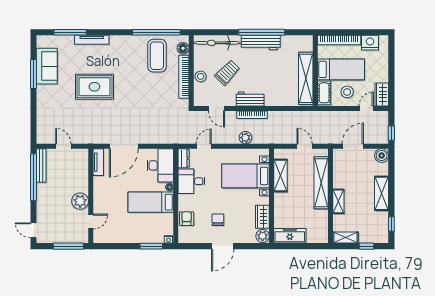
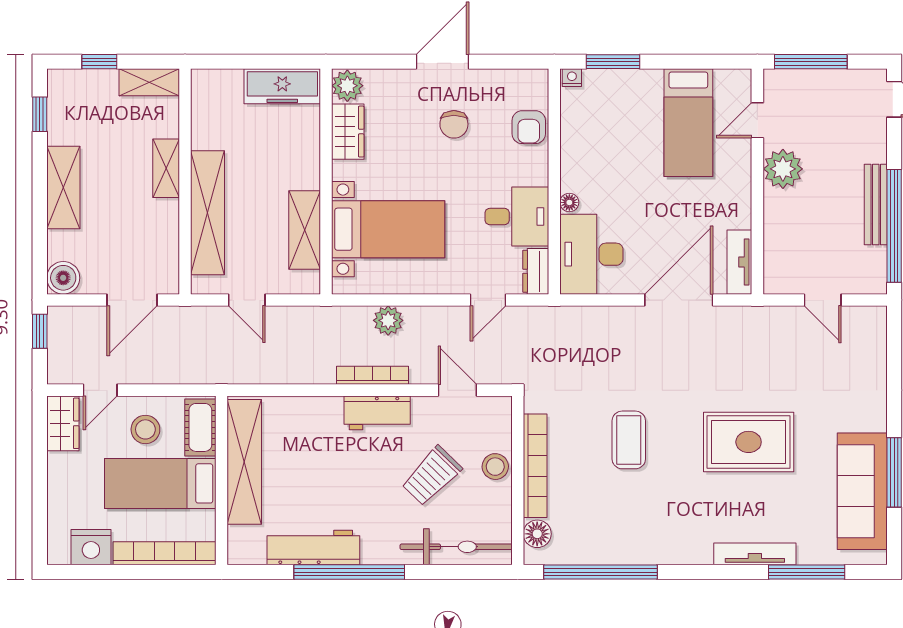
workbench: (261, 42) -> (313, 548), moved
coffee table: (157, 56) -> (629, 440), moved, width x0.73, depth x0.76
sofa: (47, 66) -> (862, 491), width x1.36
bench: (41, 166) -> (876, 204), moved
bed: (151, 202) -> (688, 123), moved, turned 90

